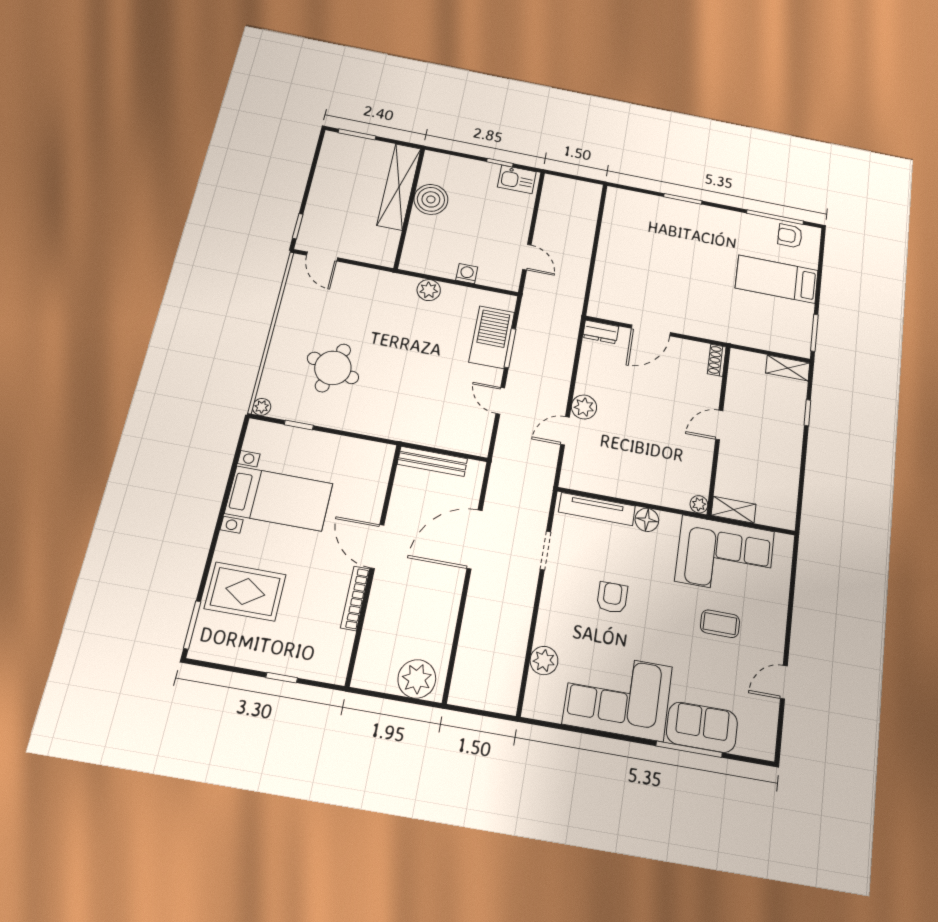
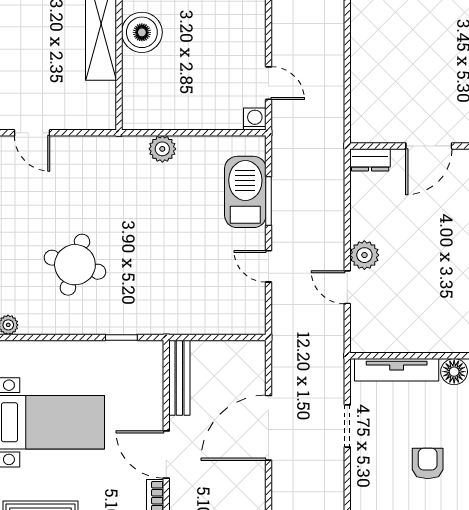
washing machine: (467, 274) -> (255, 119), moved
window: (299, 425) -> (121, 337), moved
door: (565, 431) -> (347, 287), hinge flipped
bench: (432, 461) -> (179, 378), moved, turned 90

